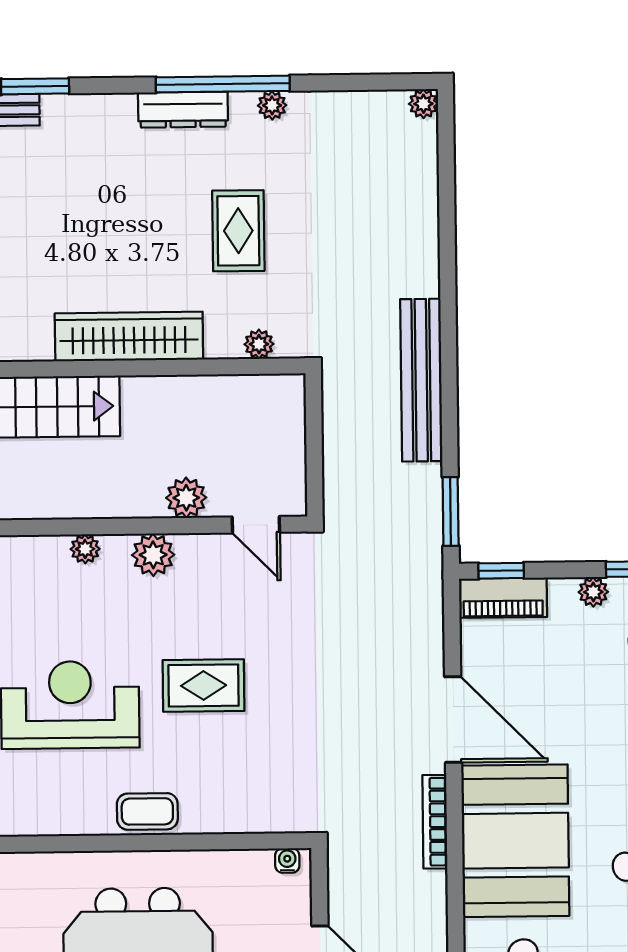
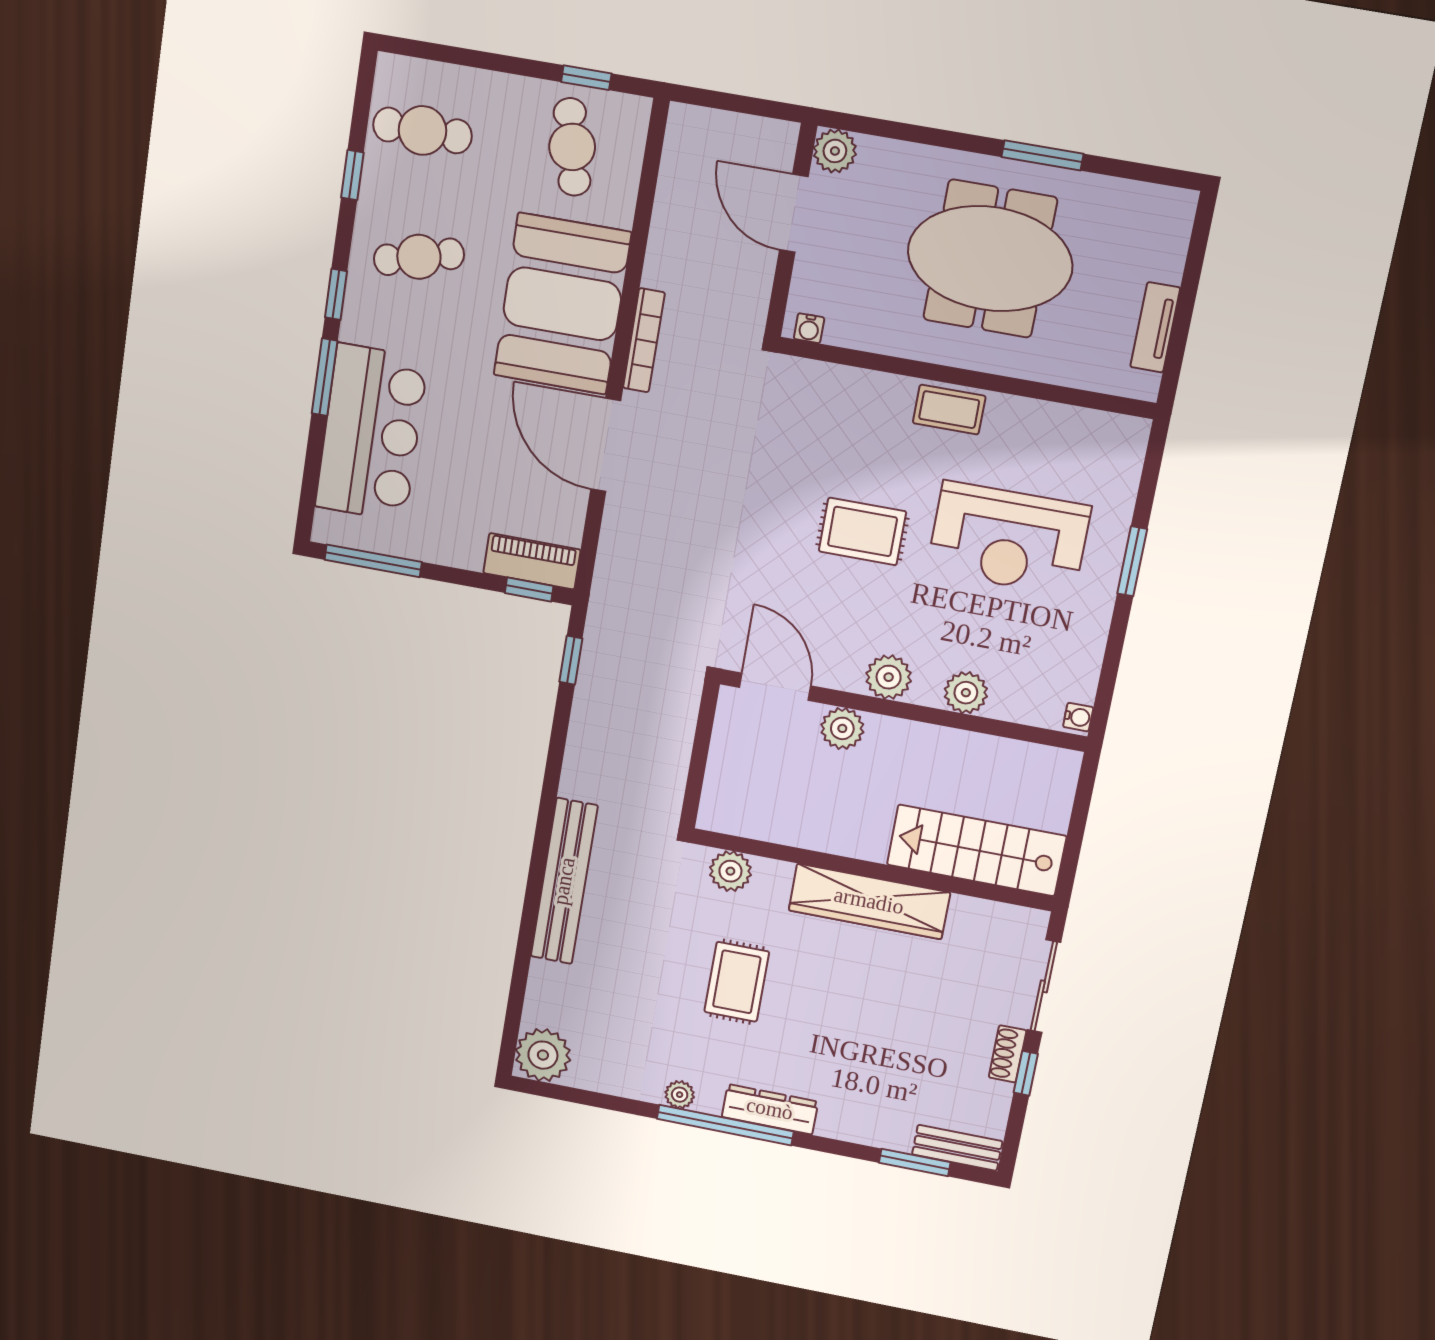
plant: (423, 104) -> (543, 1055), width x1.88, depth x1.88
plant: (259, 344) -> (730, 871), width x1.38, depth x1.38
bench: (421, 380) -> (564, 881), moved
window: (451, 511) -> (571, 660), width x0.67
door: (256, 525) -> (775, 687), width x1.38
plant: (85, 549) -> (966, 693), width x1.38, depth x1.38
plant: (593, 592) -> (438, 549), removed

